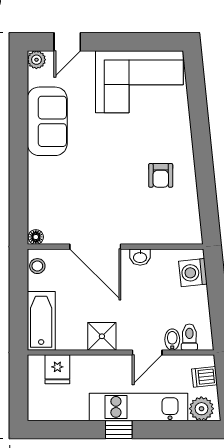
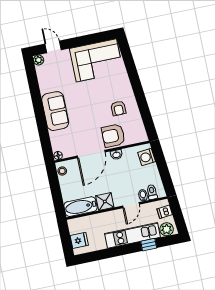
door: (67, 42) -> (53, 47), swing flipped
sofa: (47, 121) -> (55, 111), moved
armchair: (142, 222) -> (113, 136), added
door: (95, 247) -> (91, 154), hinge flipped
bathtub: (41, 321) -> (81, 207), moved, turned -90
fridge: (57, 369) -> (79, 240), moved, turned -90
window: (119, 430) -> (149, 245), moved

